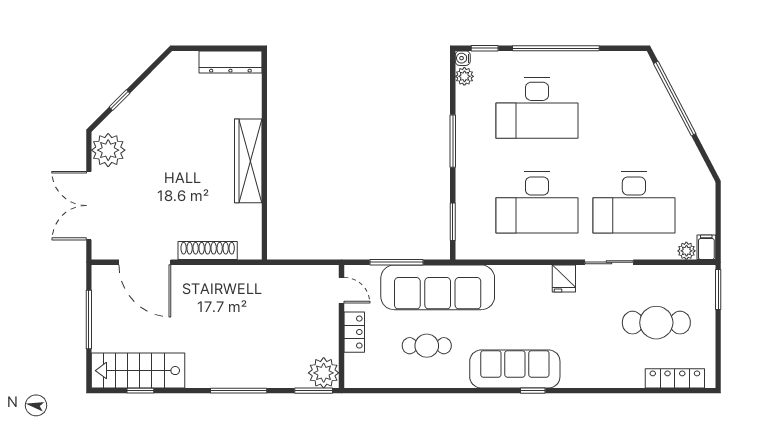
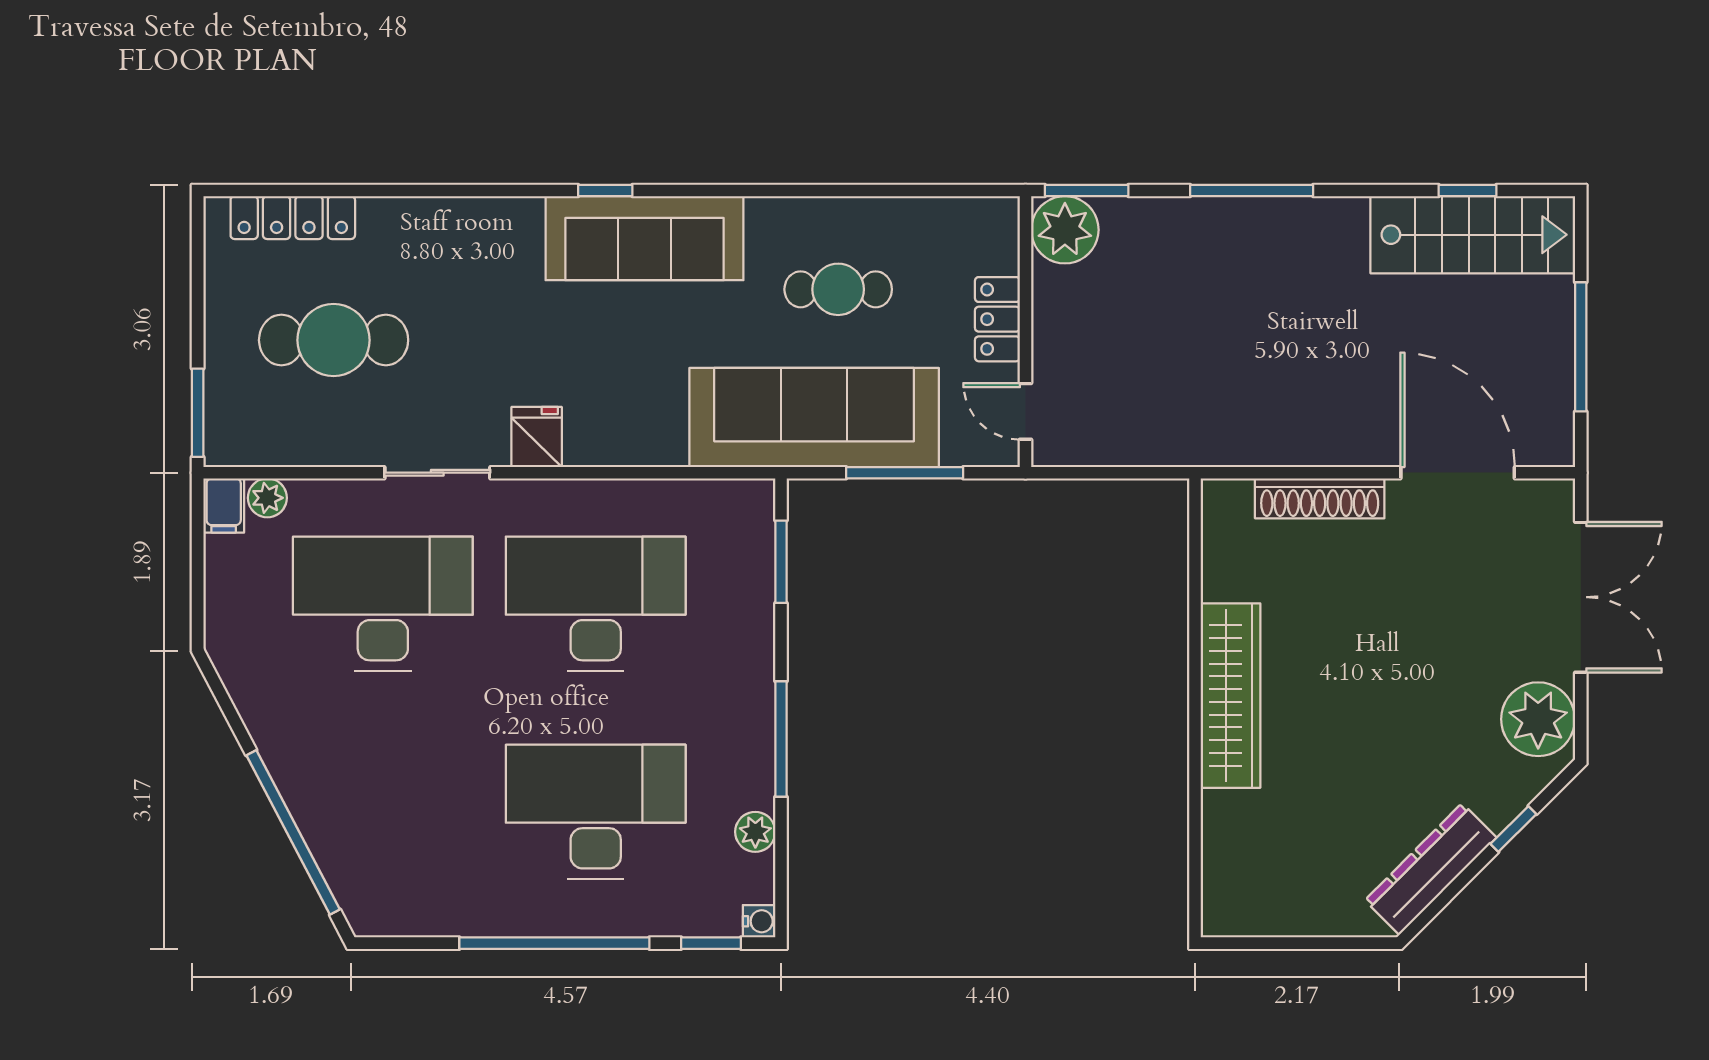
dresser: (230, 62) -> (1431, 869), moved, turned -45
plant: (464, 76) -> (755, 832), moved

